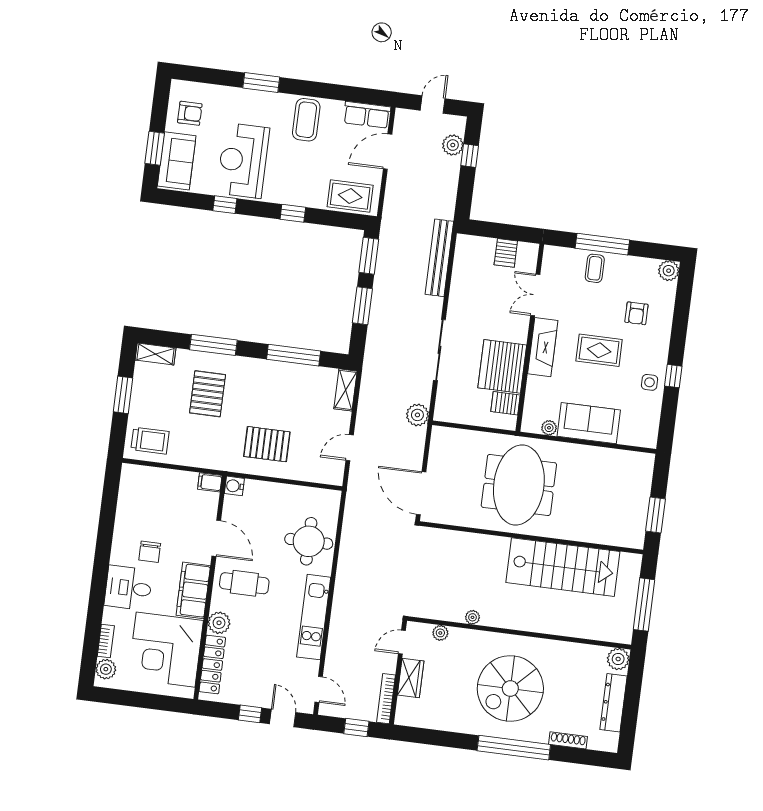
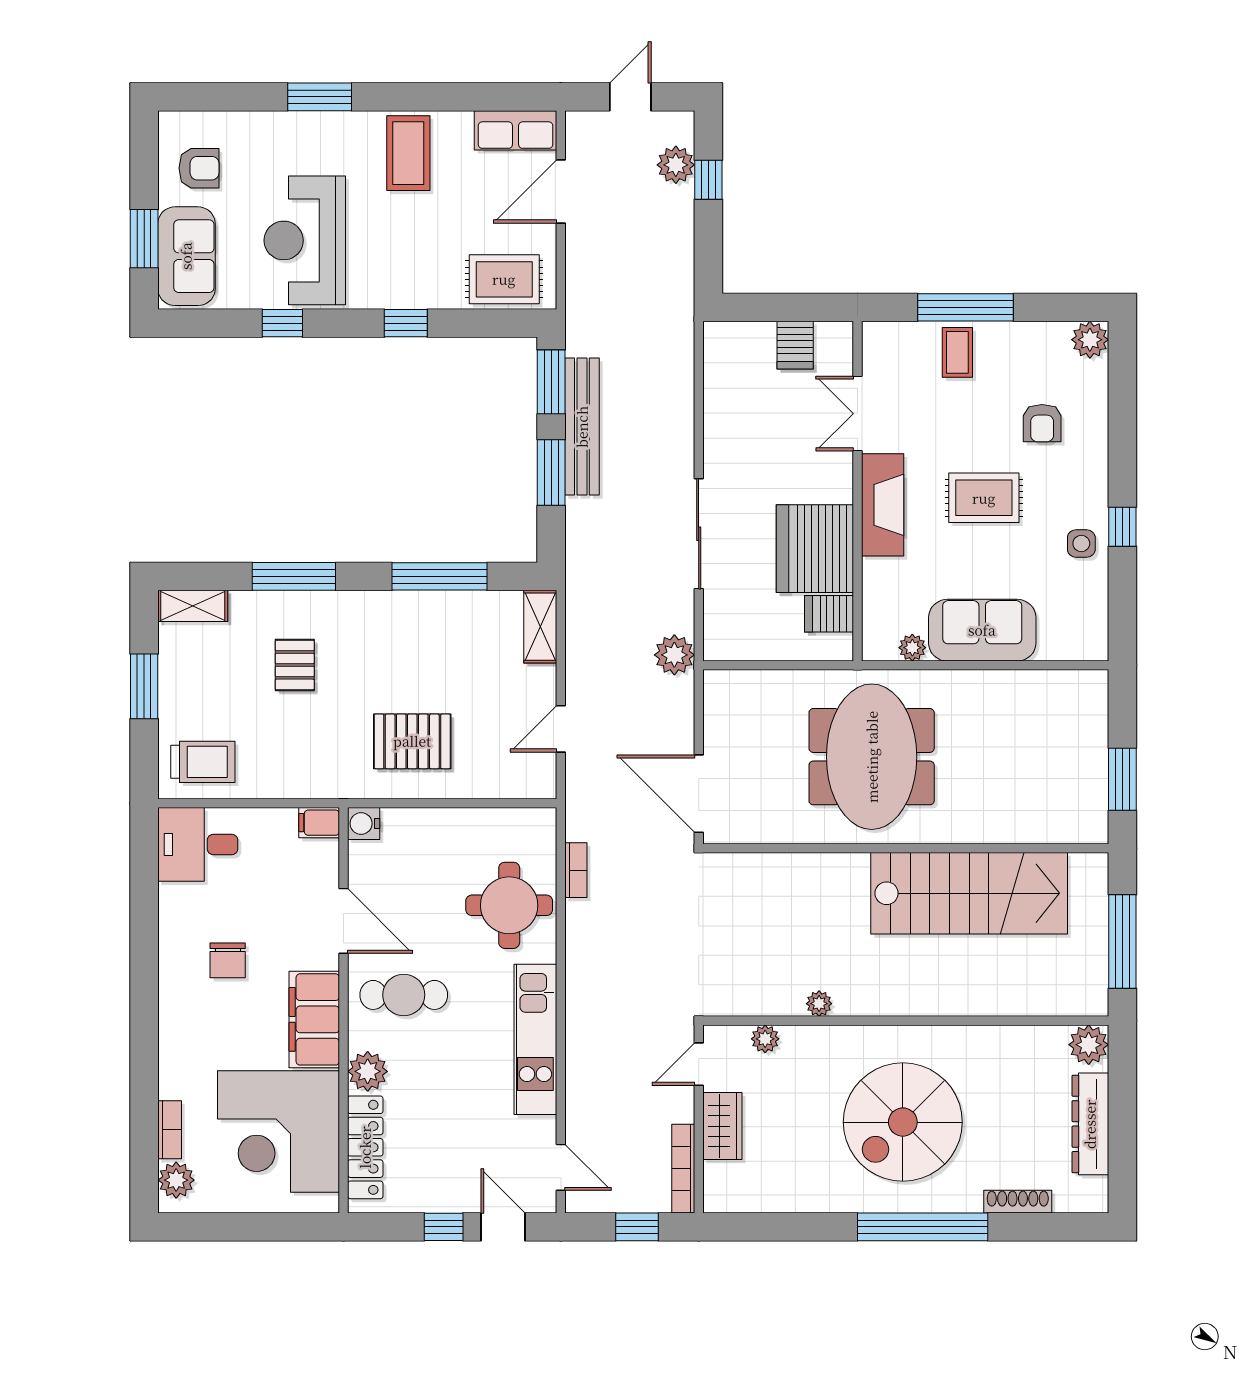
bench: (439, 258) -> (582, 427), moved
pallet: (208, 394) -> (295, 665), width x0.67, depth x0.71
bookcase: (348, 527) -> (576, 870), added
desk: (128, 588) -> (198, 844), moved

